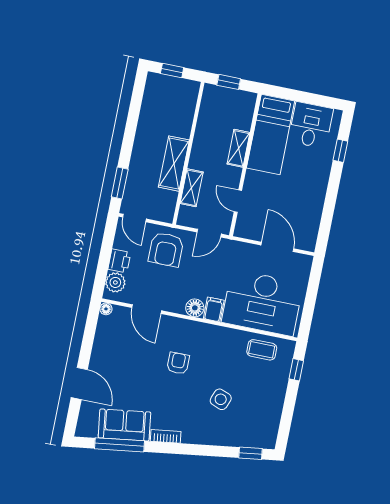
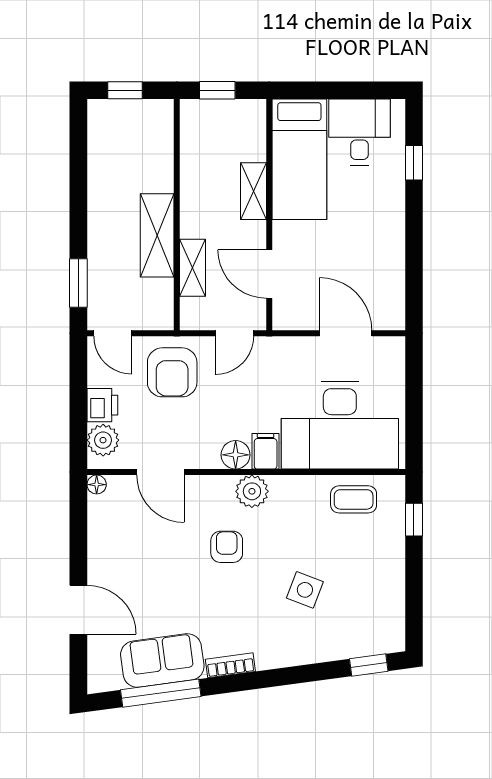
door: (238, 201) -> (269, 274), width x1.37
plant: (200, 332) -> (252, 491), added

